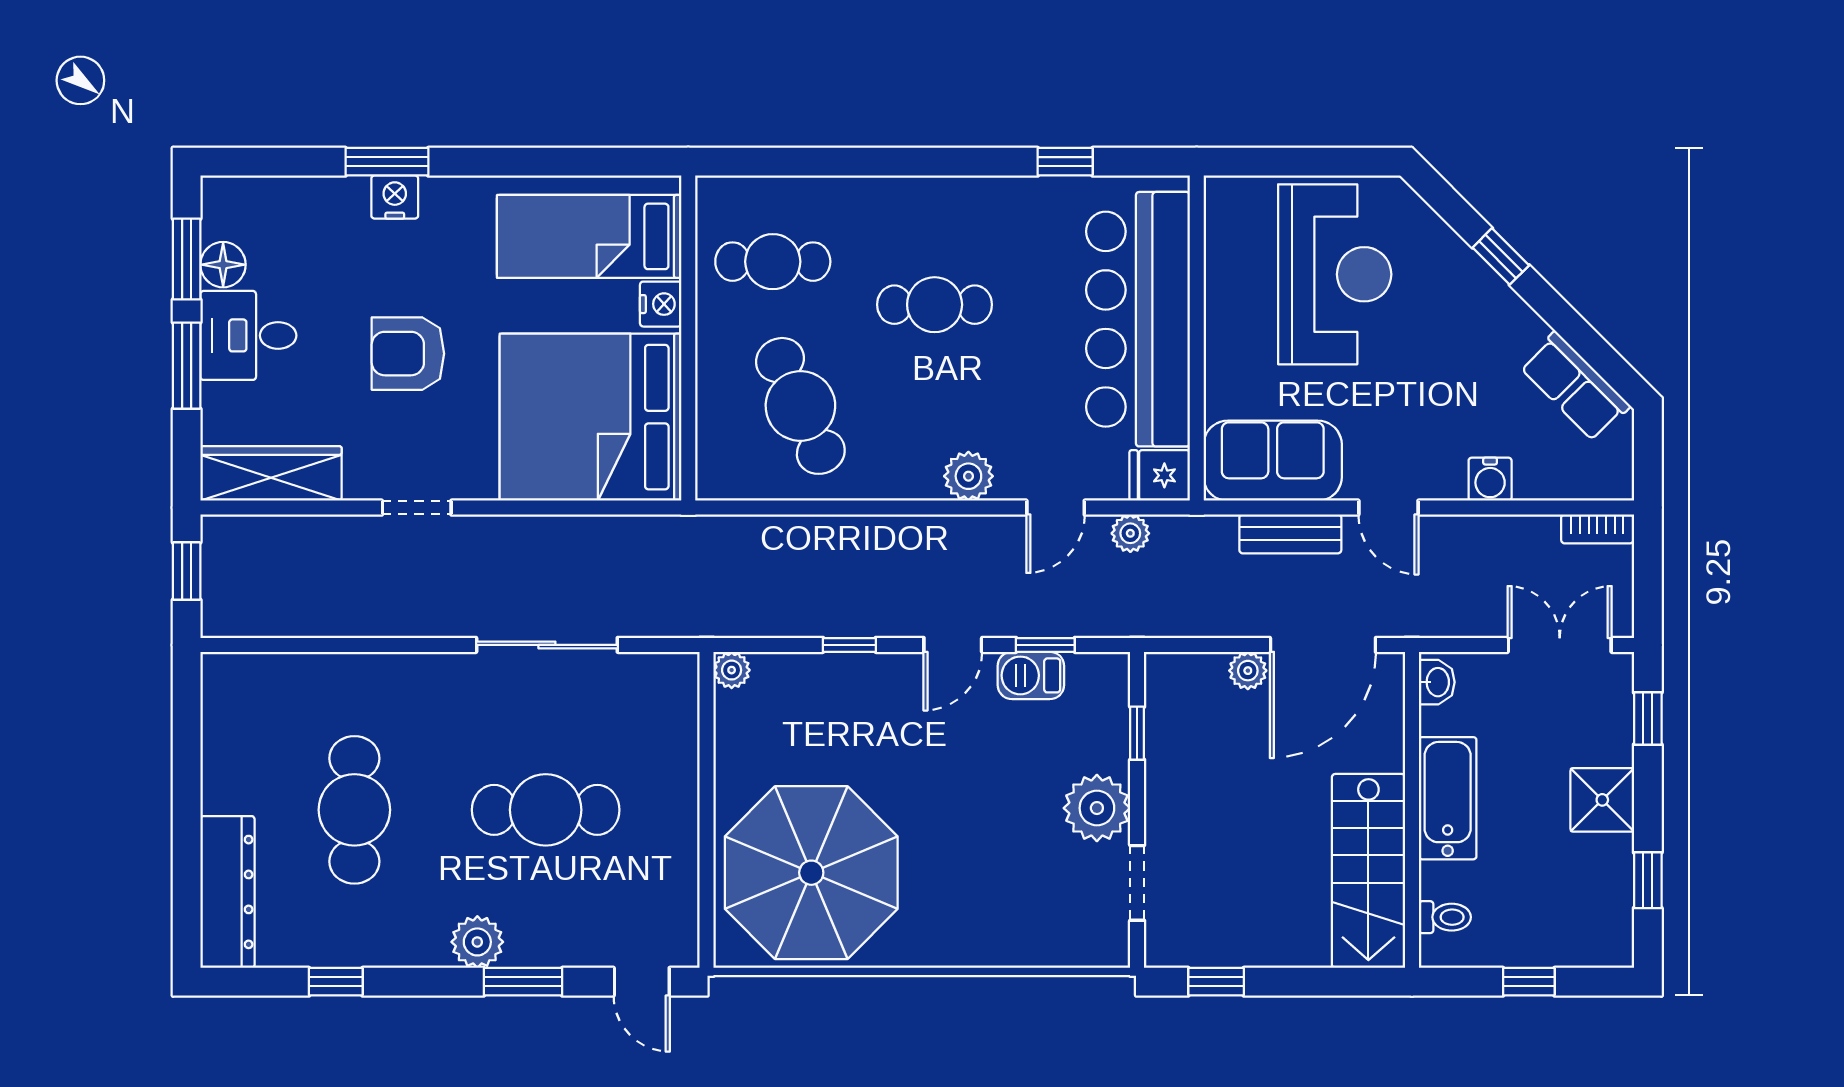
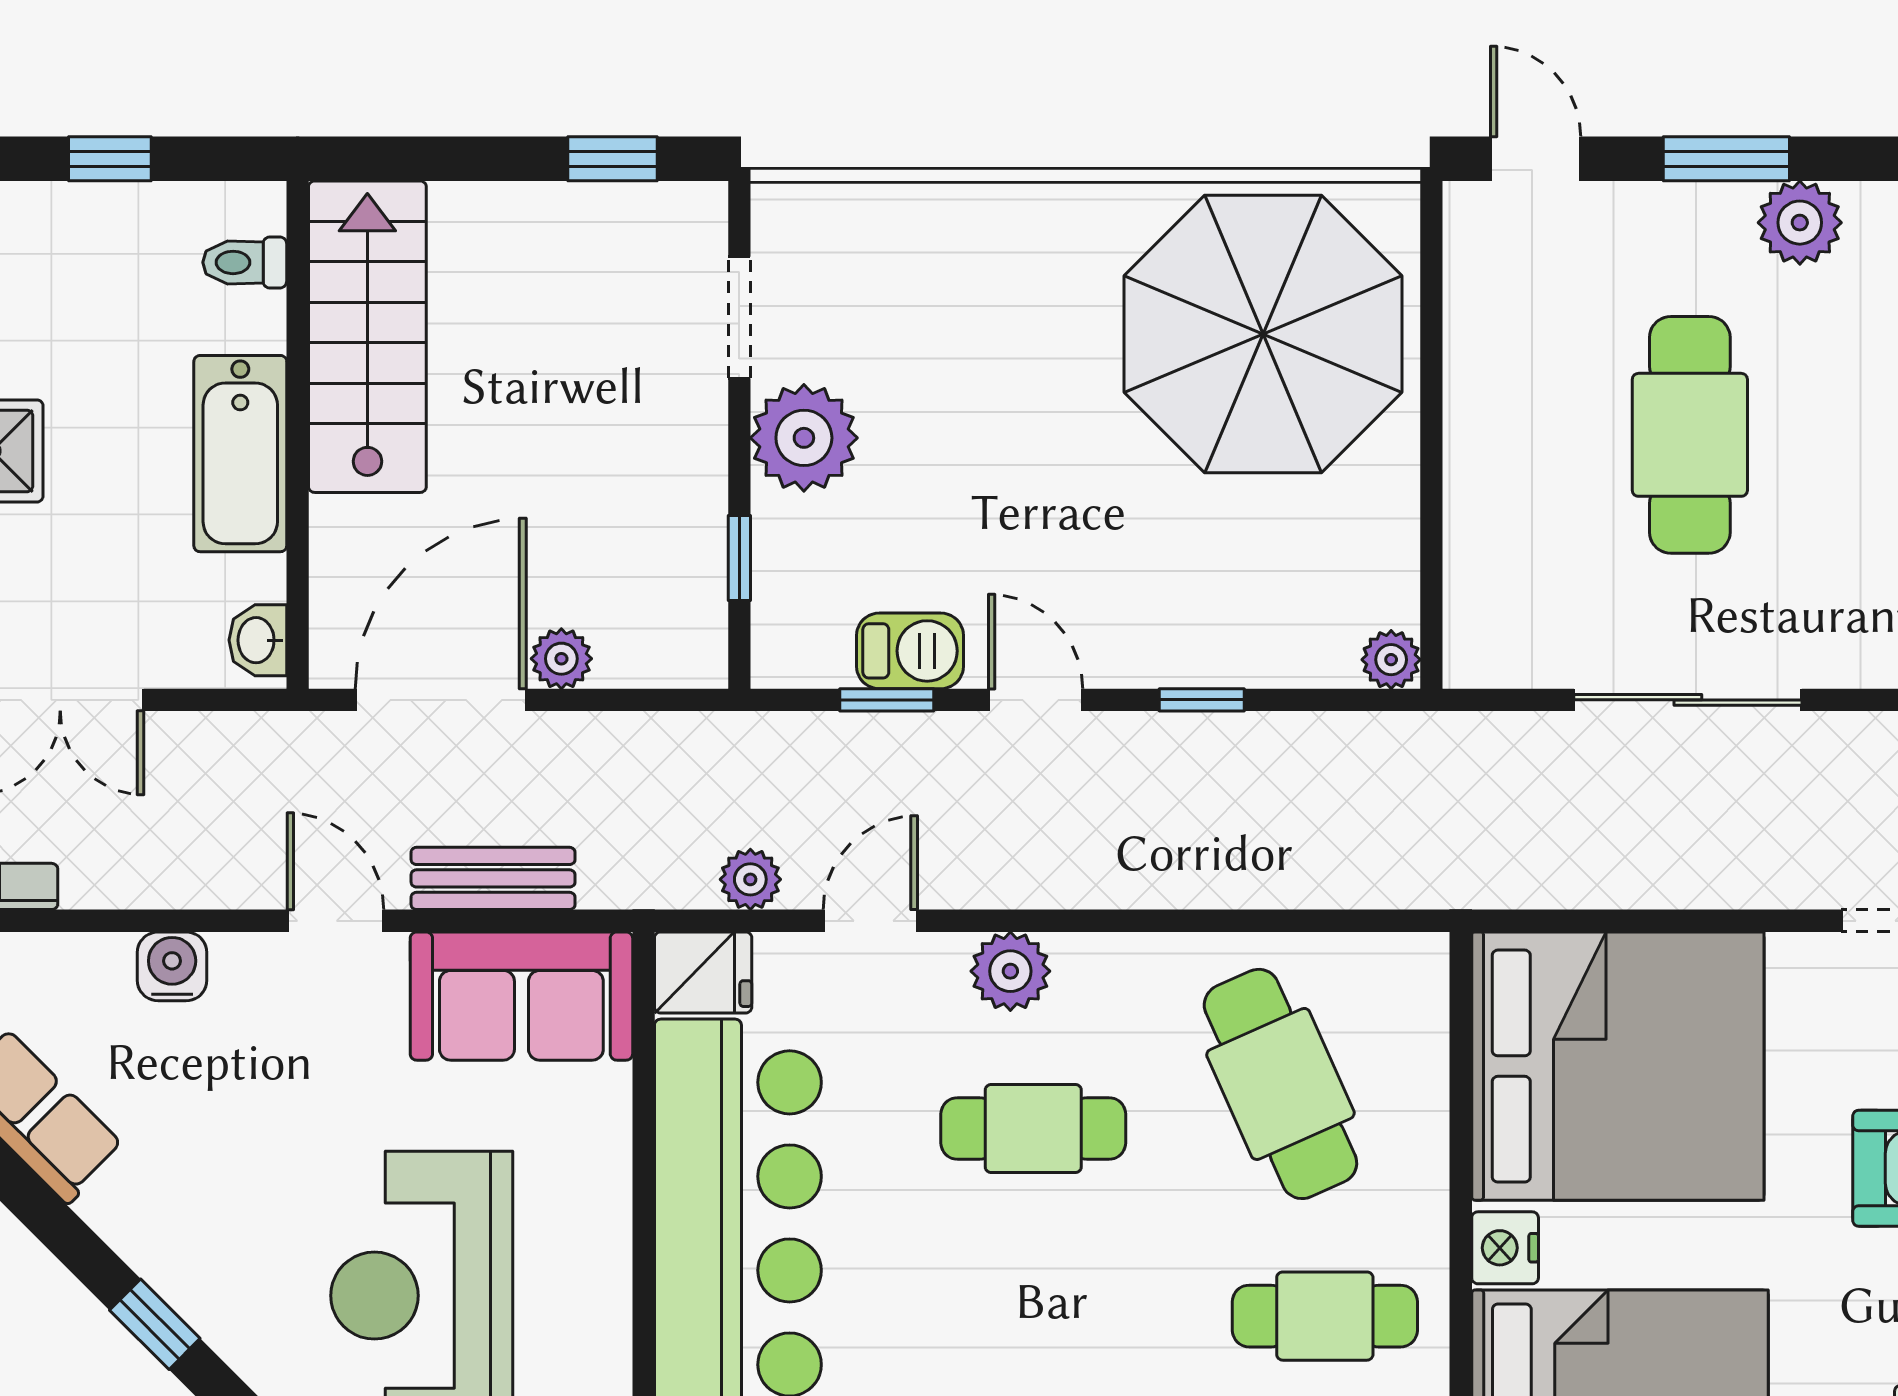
cafe table: (935, 305) -> (1033, 1129), moved
door: (953, 645) -> (1036, 700), hinge flipped
cafe table: (546, 810) -> (1690, 435), turned 90

